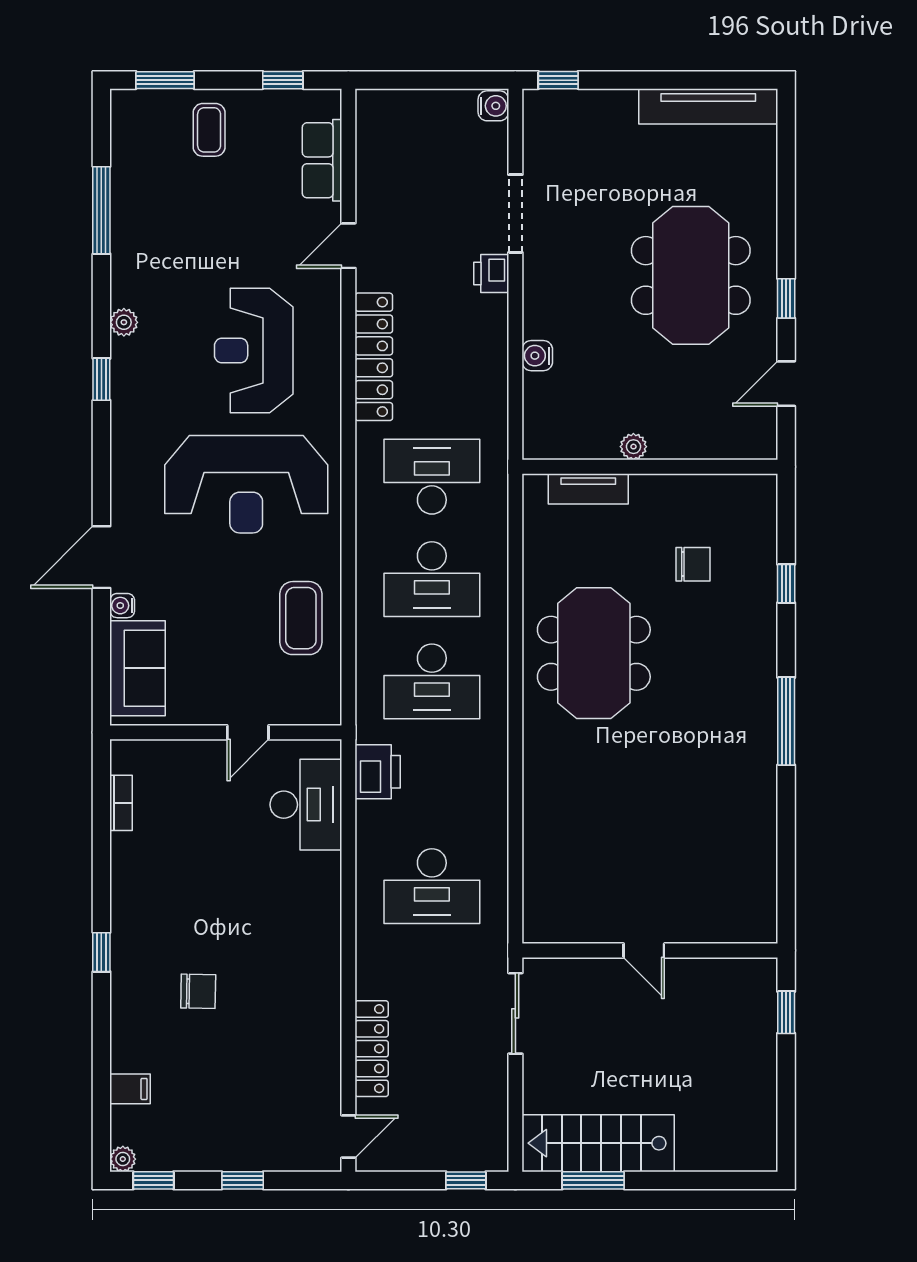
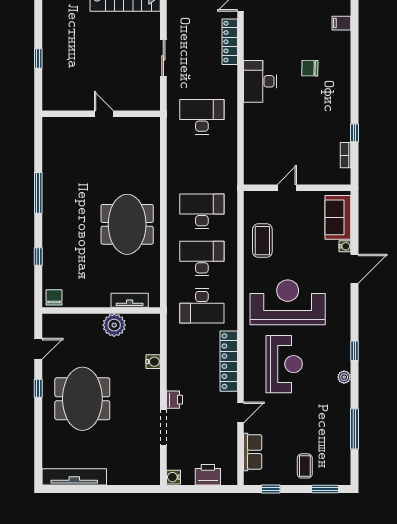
window: (558, 80) -> (144, 489), removed
plant: (633, 447) -> (114, 325), width x1.88, depth x1.88
chair: (693, 564) -> (54, 297), moved, turned 90
printer: (378, 772) -> (208, 475), moved, turned 90
desk: (306, 805) -> (260, 81), moved
door: (644, 950) -> (104, 114), moved
wall: (650, 950) -> (101, 114), moved
window: (101, 952) -> (354, 133), moved

